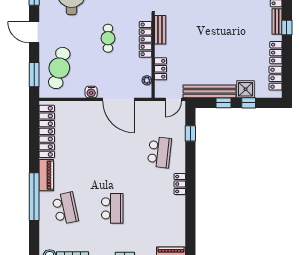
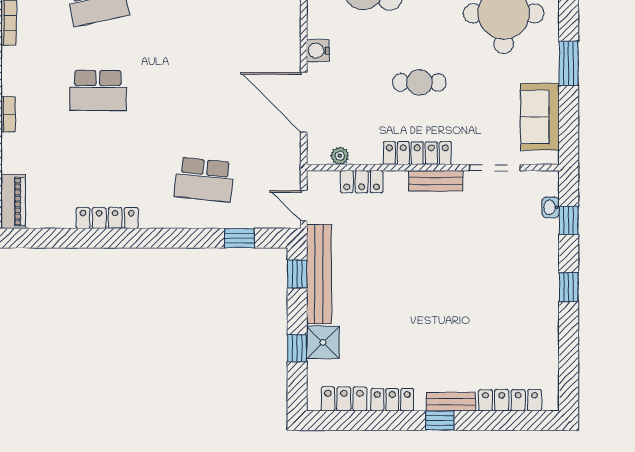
door: (119, 99) -> (304, 102), hinge flipped
window: (223, 103) -> (297, 274), moved
locker: (180, 184) -> (107, 218), moved, width x1.53

